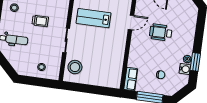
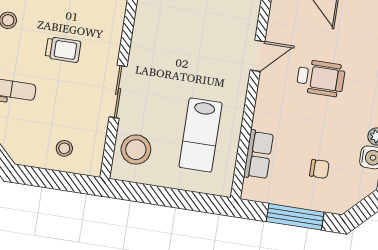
lab bench: (94, 18) -> (200, 135), moved, turned -90
wheelchair: (161, 32) -> (321, 78), turned 180
row of seats: (131, 79) -> (258, 155), moved

